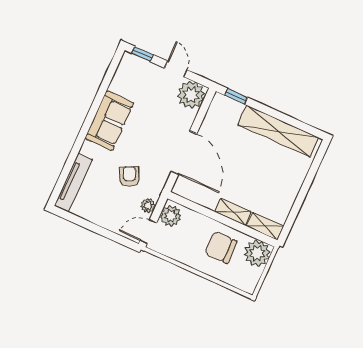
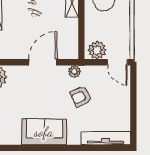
door: (184, 153) -> (43, 62), width x0.73
plant: (148, 206) -> (74, 72), moved

